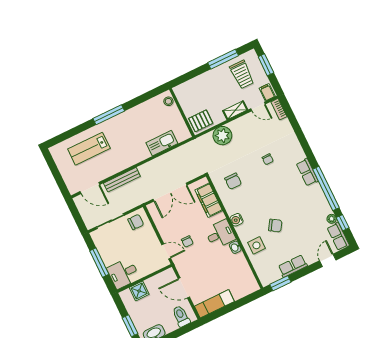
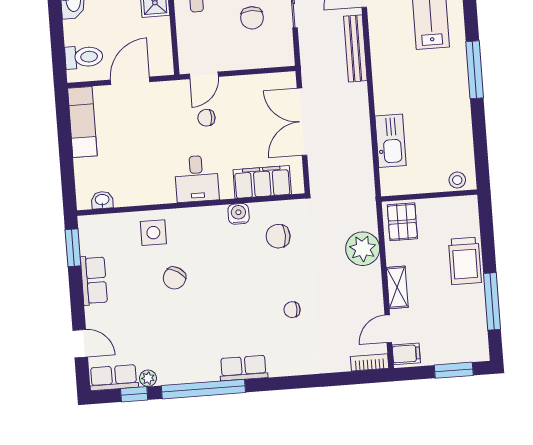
trolley: (242, 75) -> (465, 261), moved, turned -90
water cooler: (236, 220) -> (239, 214), moved
chair: (136, 222) -> (252, 18), moved
washbasin: (235, 247) -> (102, 200), moved

